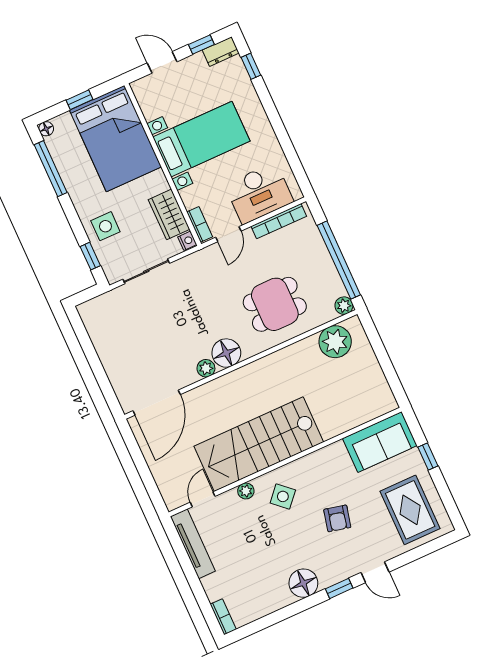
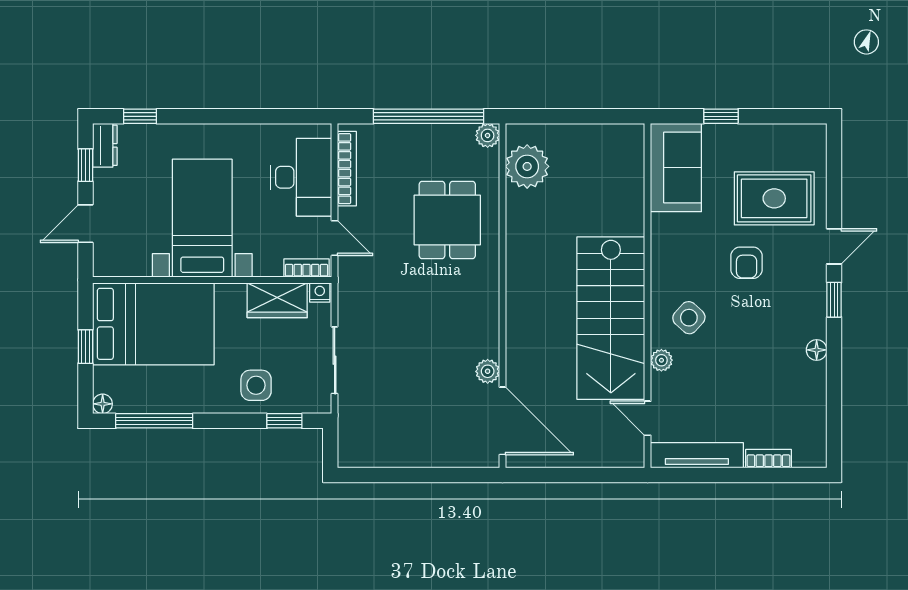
floor lamp: (226, 353) -> (480, 307), removed
plant: (206, 368) -> (488, 371), moved
rug: (410, 510) -> (774, 198), moved
armchair: (337, 518) -> (747, 263), turned 77
floor lamp: (303, 583) -> (817, 350), width x0.53, depth x0.53
bookcase: (223, 617) -> (769, 459), moved

